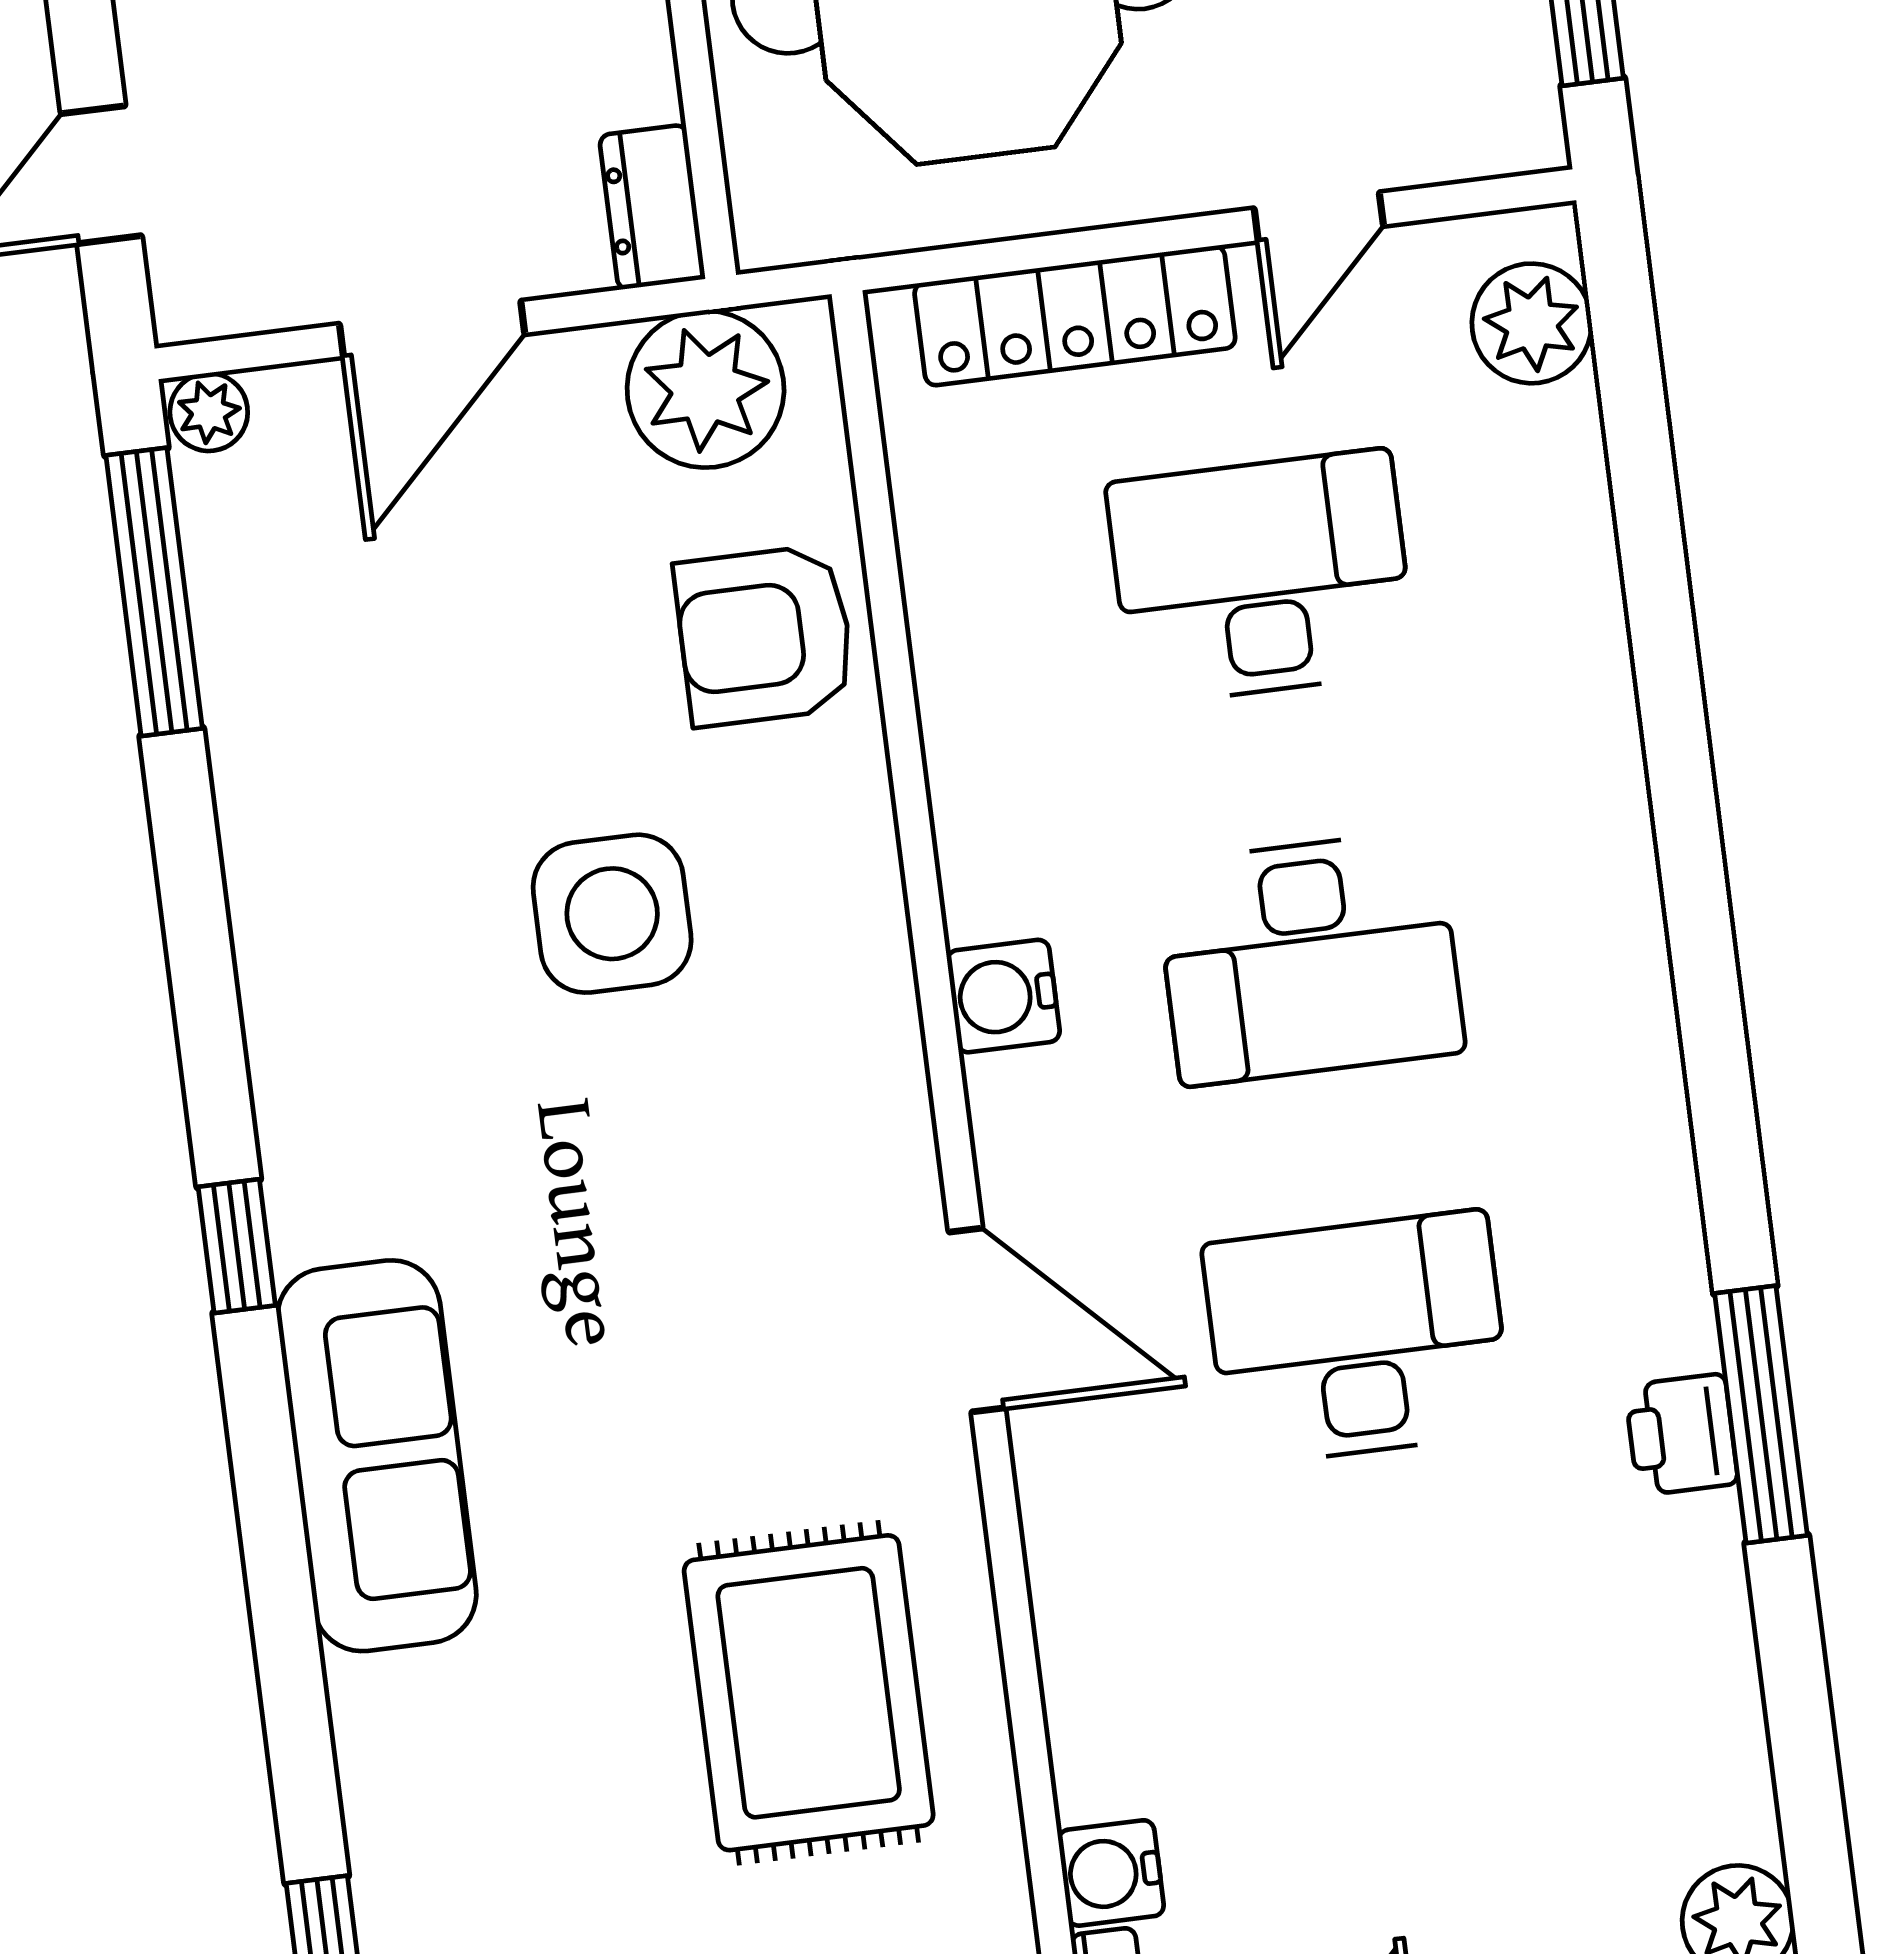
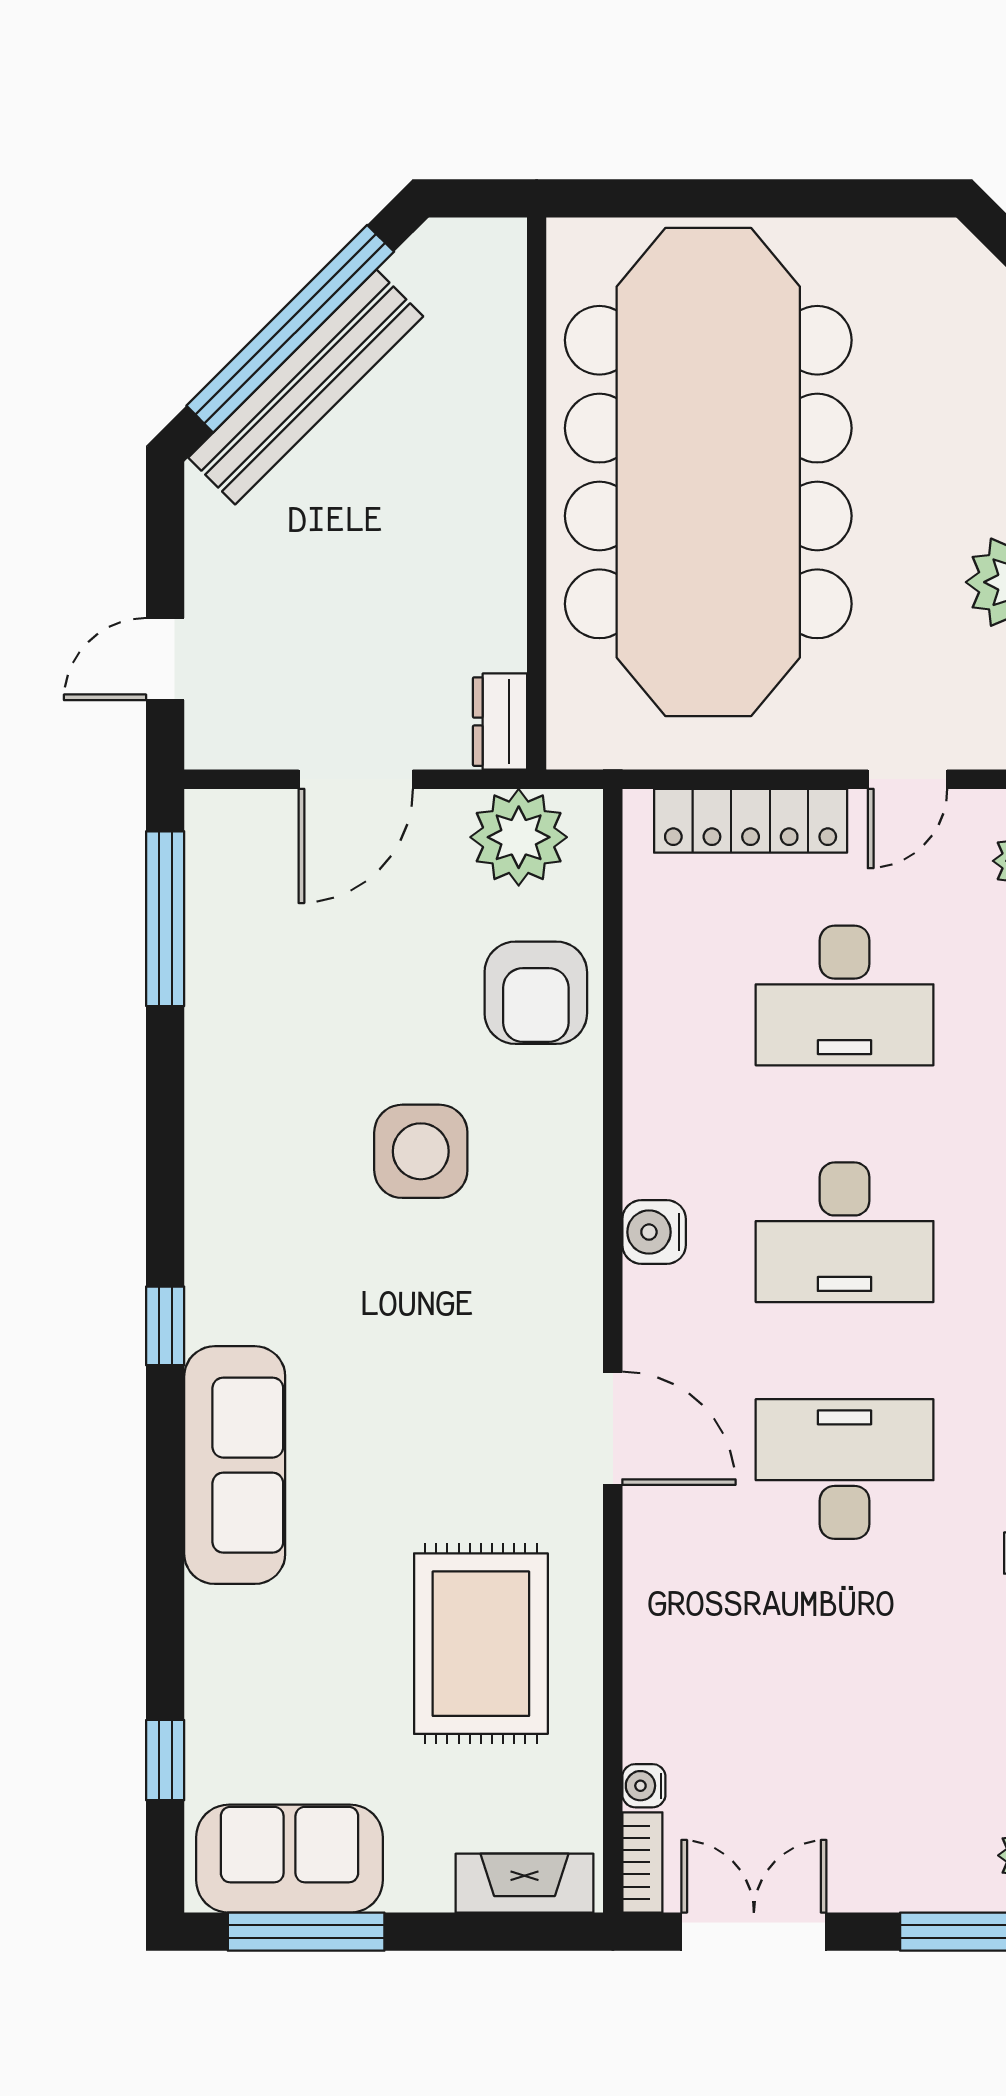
plant: (209, 412) -> (213, 813), removed
desk: (1261, 577) -> (845, 995), turned 180
armchair: (765, 636) -> (536, 993), turned -90
water cooler: (1111, 1873) -> (644, 1786), width x0.72, depth x0.72

